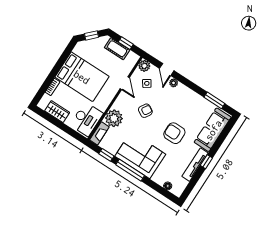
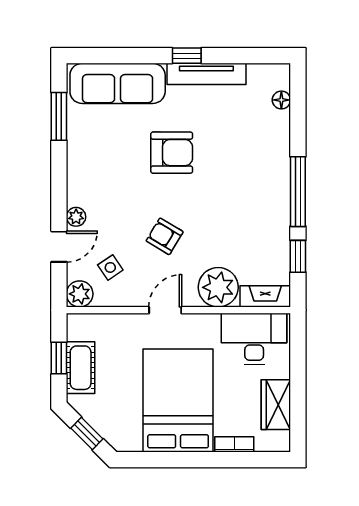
door: (125, 83) -> (165, 310), moved
armchair: (174, 133) -> (172, 153), turned -90
corner sofa: (140, 155) -> (256, 191), removed

